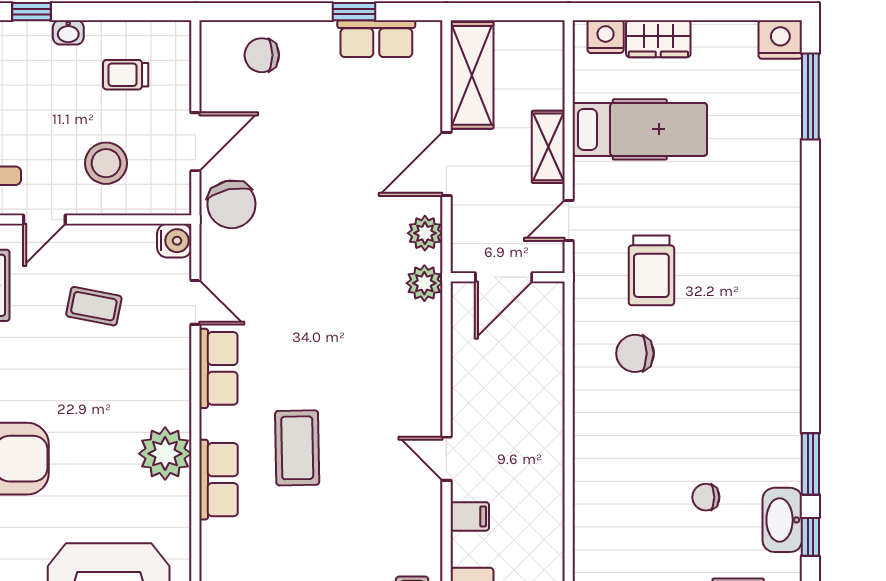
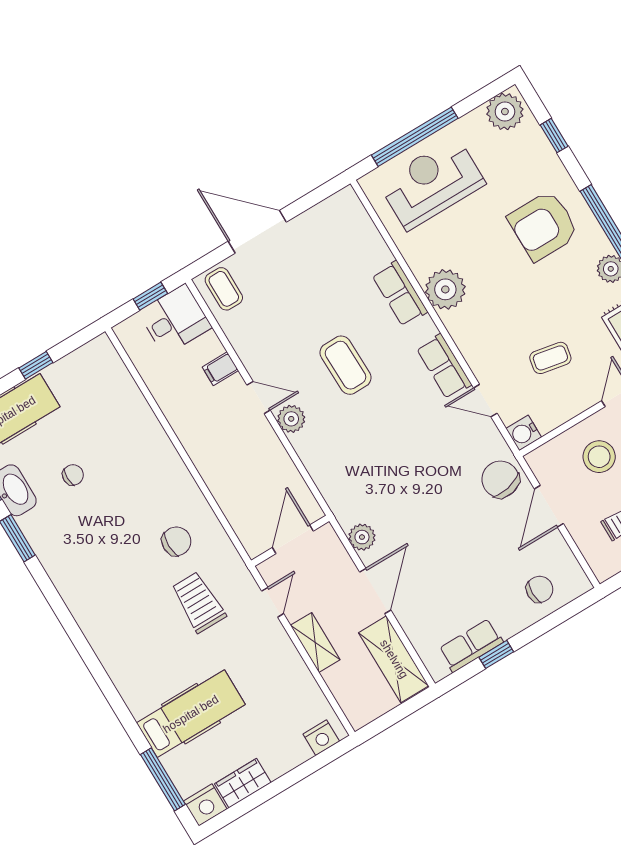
wardrobe: (658, 39) -> (243, 783), moved
hospital bed: (640, 129) -> (191, 714), moved, turned 180
plant: (424, 283) -> (291, 419), moved
coffee table: (297, 448) -> (345, 365), moved

